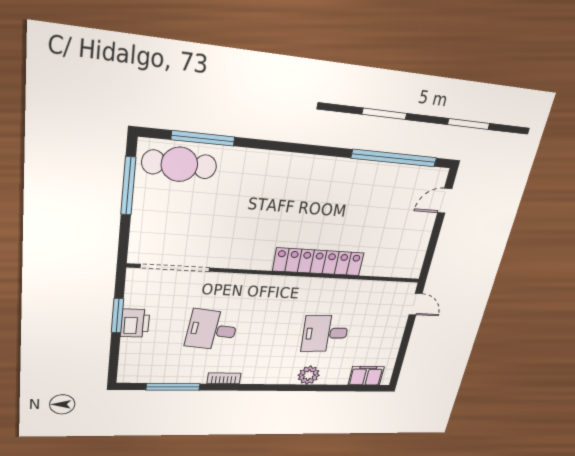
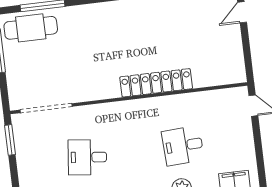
window: (117, 316) -> (10, 140), moved
printer: (135, 323) -> (26, 160), removed

